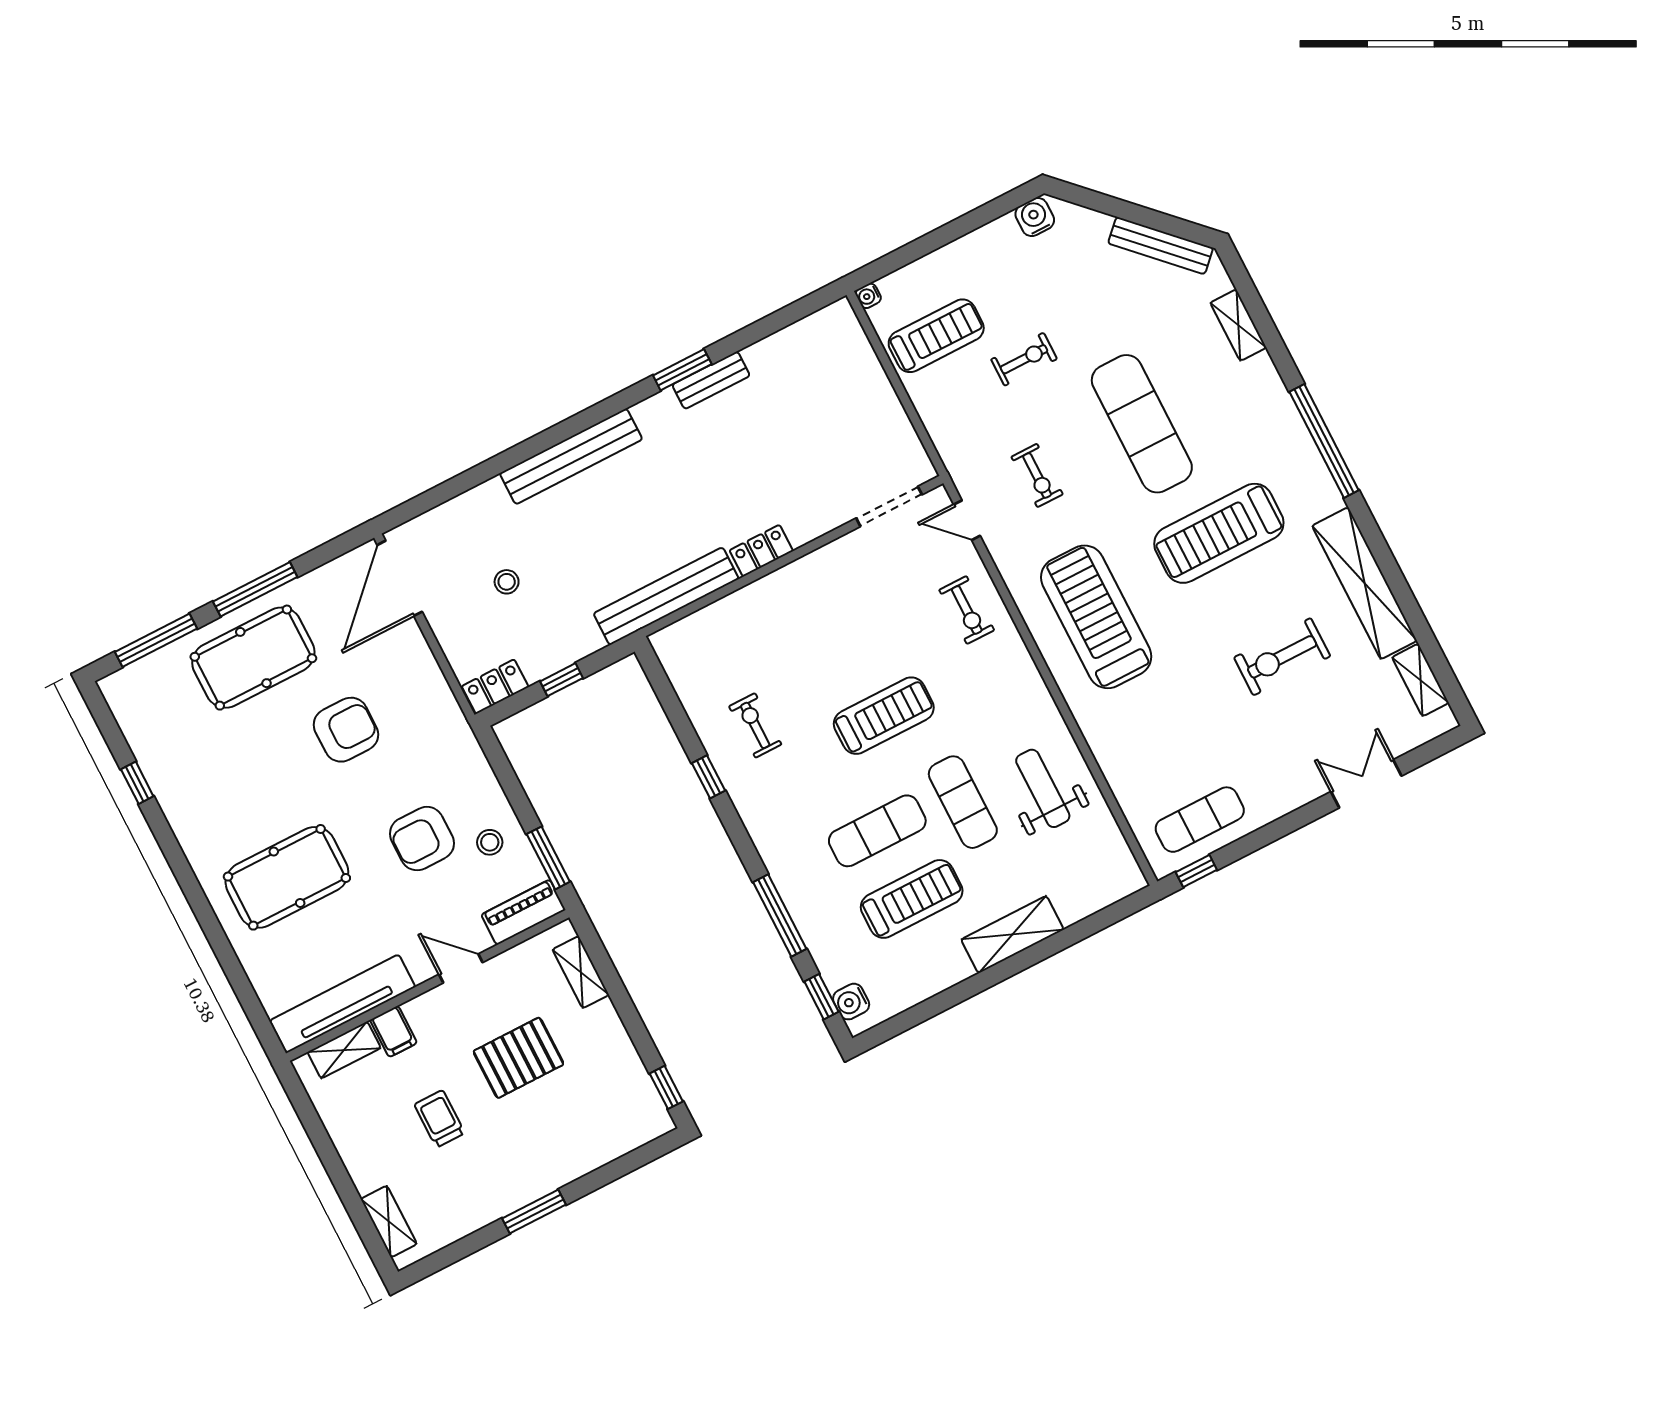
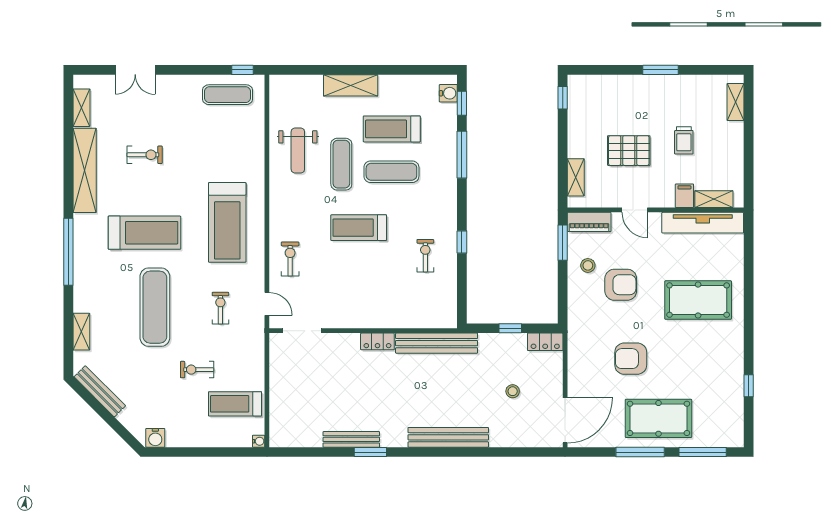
bench: (711, 380) -> (351, 439), width x1.36
exercise bike: (1282, 657) -> (145, 155), width x0.73, depth x0.72
exercise bike: (755, 725) -> (425, 256), turned 180

